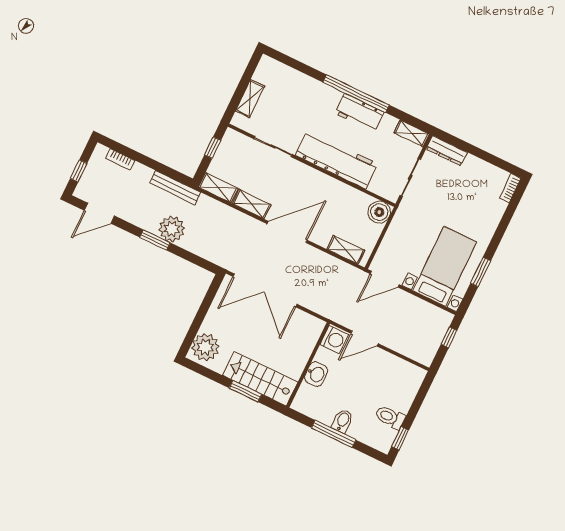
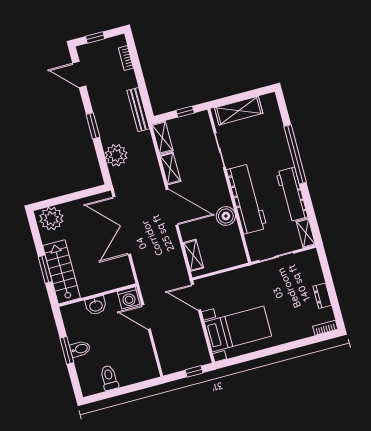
window: (356, 94) -> (295, 154), moved
shelving: (250, 99) -> (239, 111), width x1.50, depth x1.33
workbench: (359, 113) -> (292, 194), width x1.37
dresser: (447, 151) -> (322, 296), moved, width x0.70
boiler: (379, 212) -> (226, 216), moved
plant: (172, 229) -> (116, 155), moved
window: (481, 272) -> (254, 355), removed
window: (334, 434) -> (67, 350), width x0.69
window: (400, 438) -> (101, 396), removed

